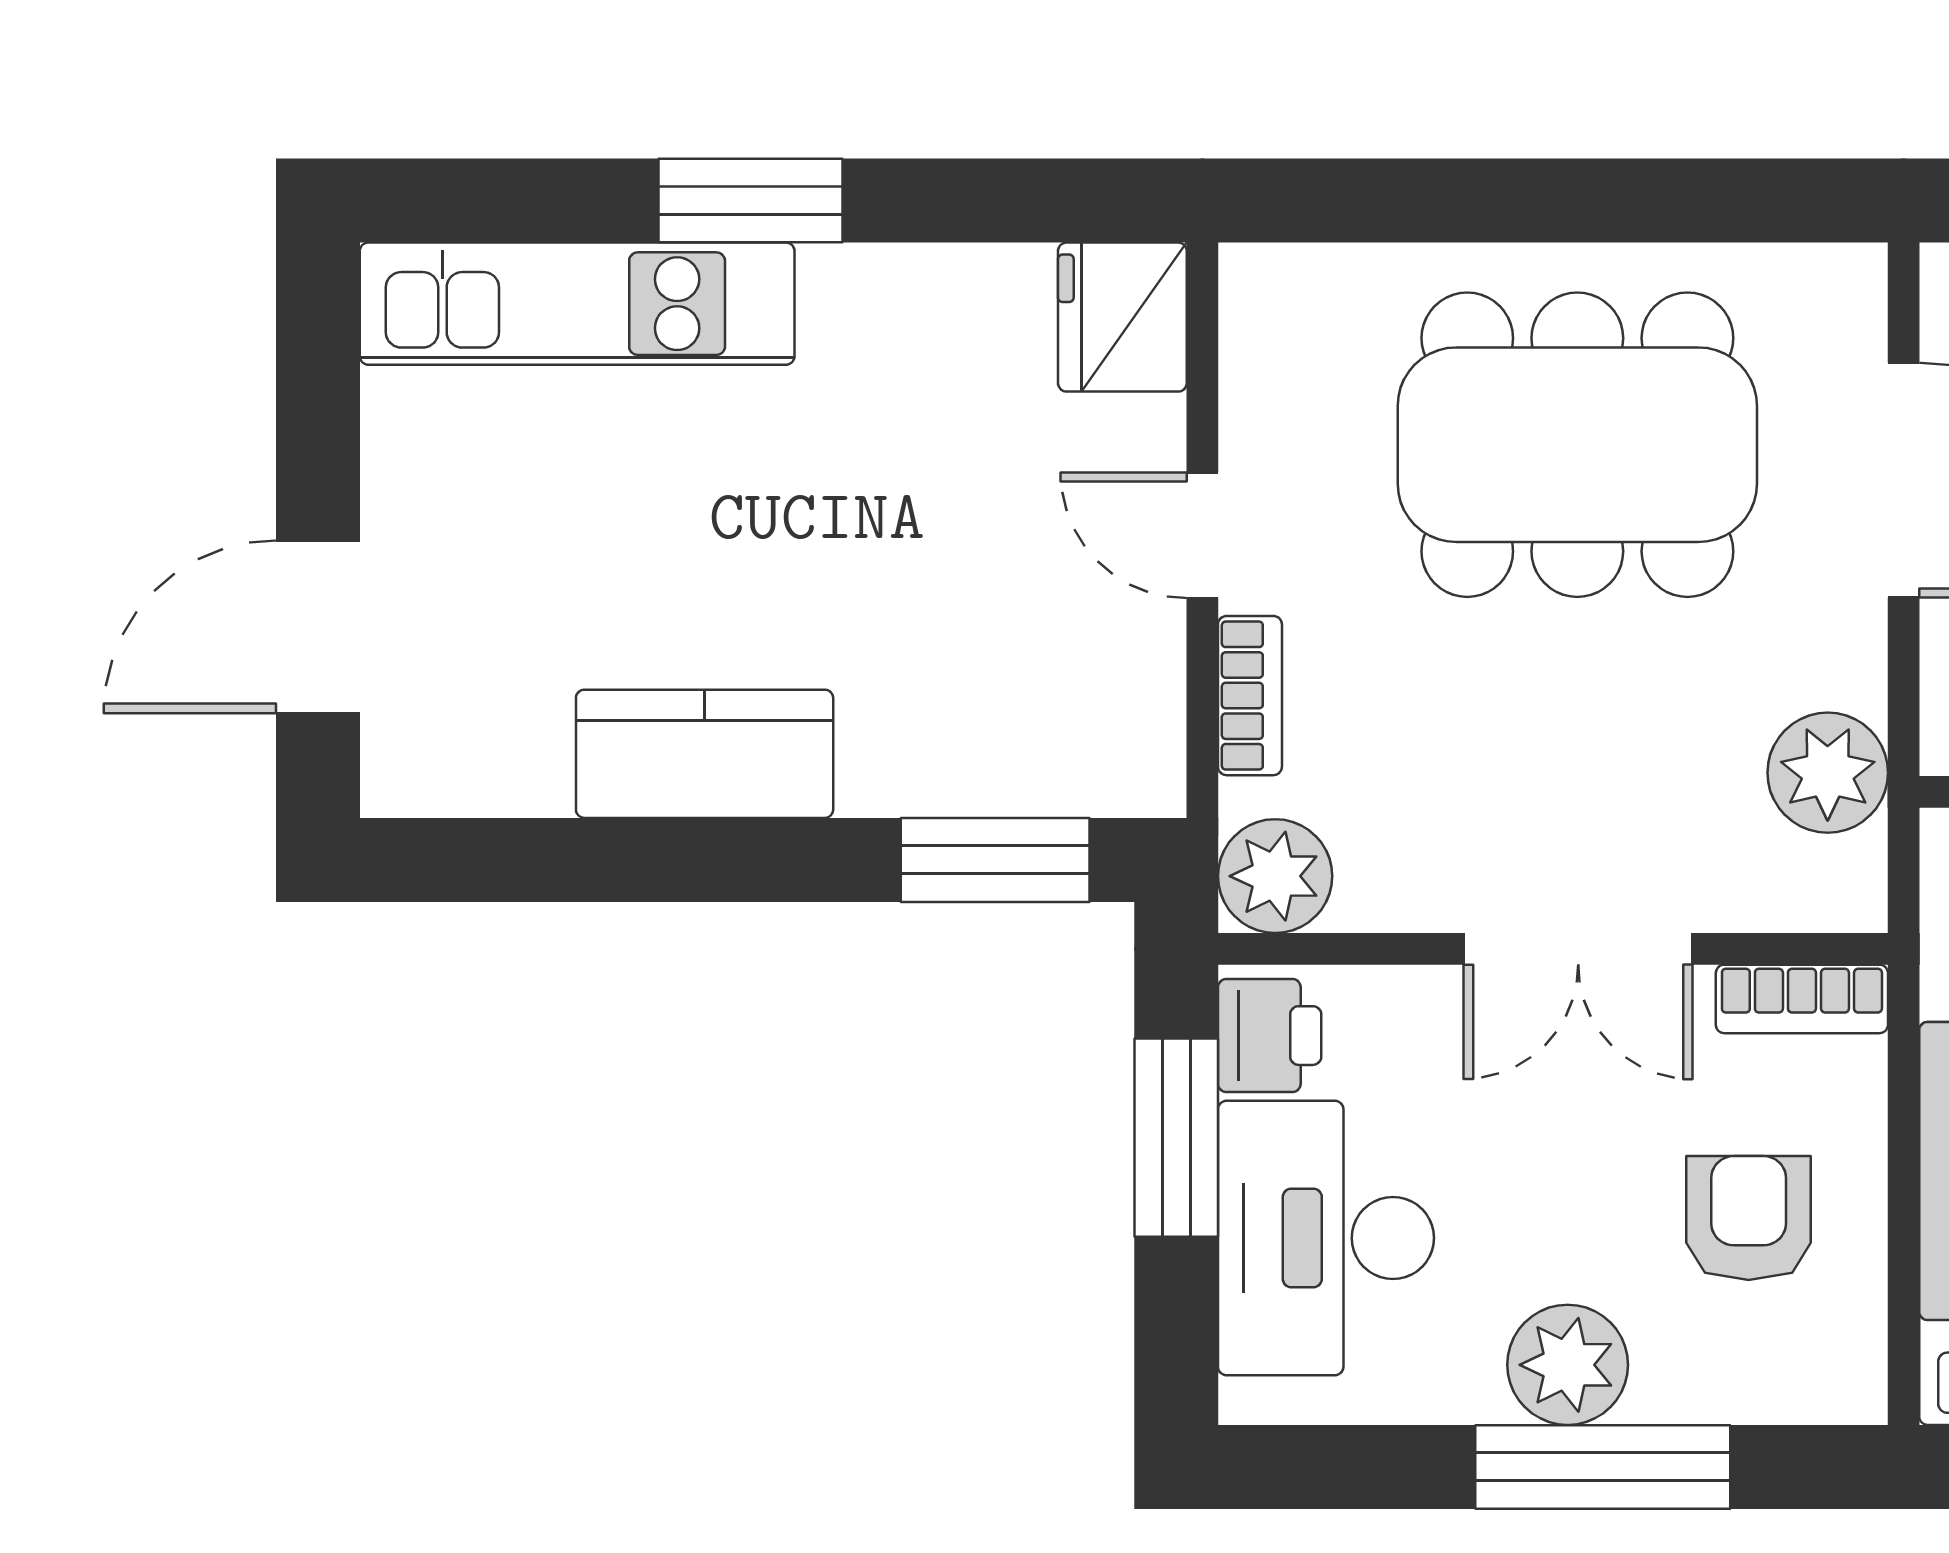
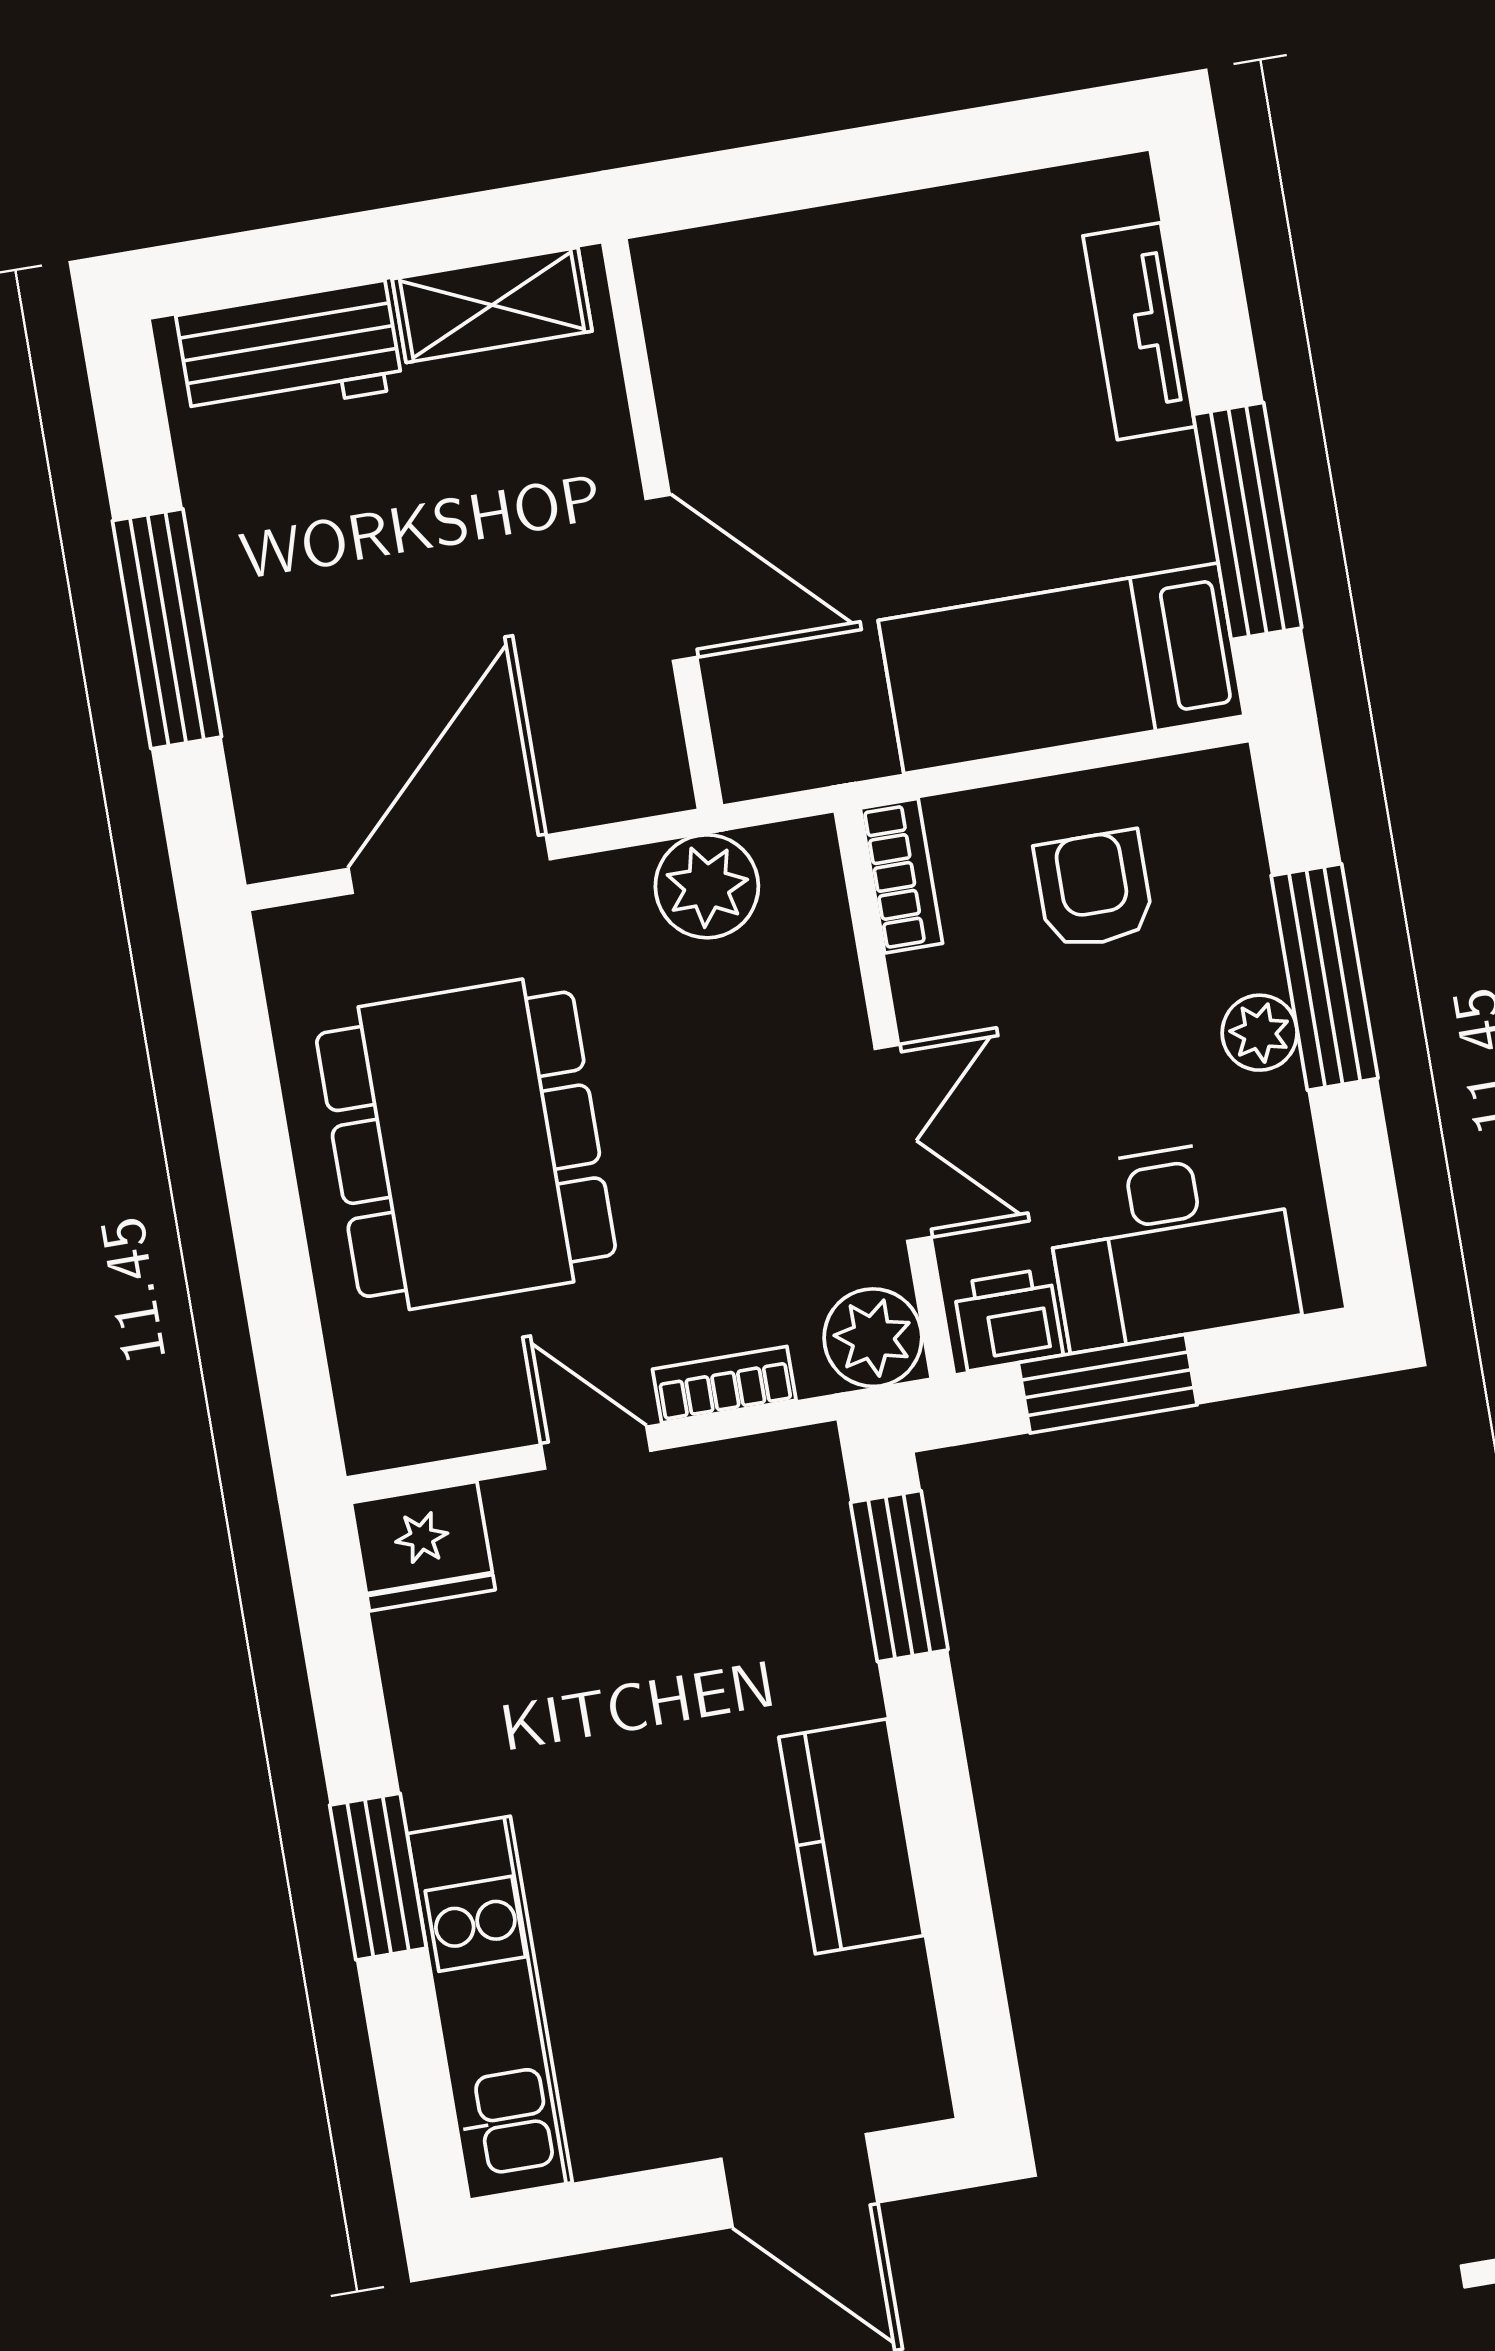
door: (1202, 535) -> (596, 1448), swing flipped
double door: (1578, 949) -> (903, 1143), moved
armchair: (1749, 1218) -> (1094, 889), turned 90
plant: (1568, 1365) -> (1260, 1033), width x0.73, depth x0.73

